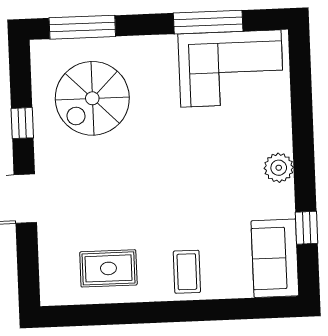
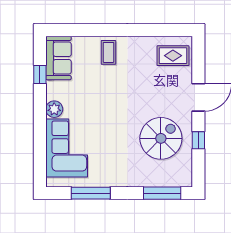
corner sofa: (231, 69) -> (67, 148), moved, turned 90
spiral stairs: (92, 98) -> (161, 138), moved
rug: (108, 268) -> (173, 56), moved

